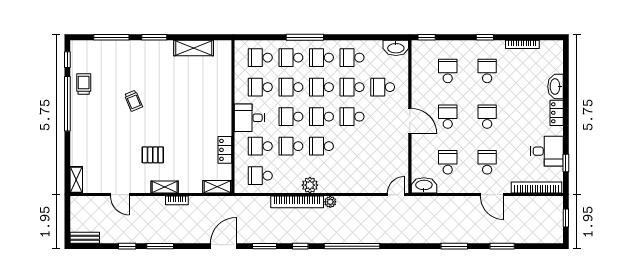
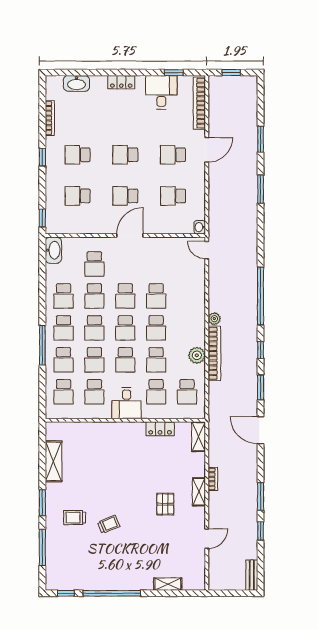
trolley: (84, 84) -> (75, 518), moved
washbasin: (555, 86) -> (76, 83), moved
school desk: (352, 146) -> (156, 296), added
shelving: (76, 180) -> (168, 584), moved
plant: (310, 185) -> (197, 355), moved
washbasin: (424, 185) -> (200, 227), width x0.52, depth x0.69

